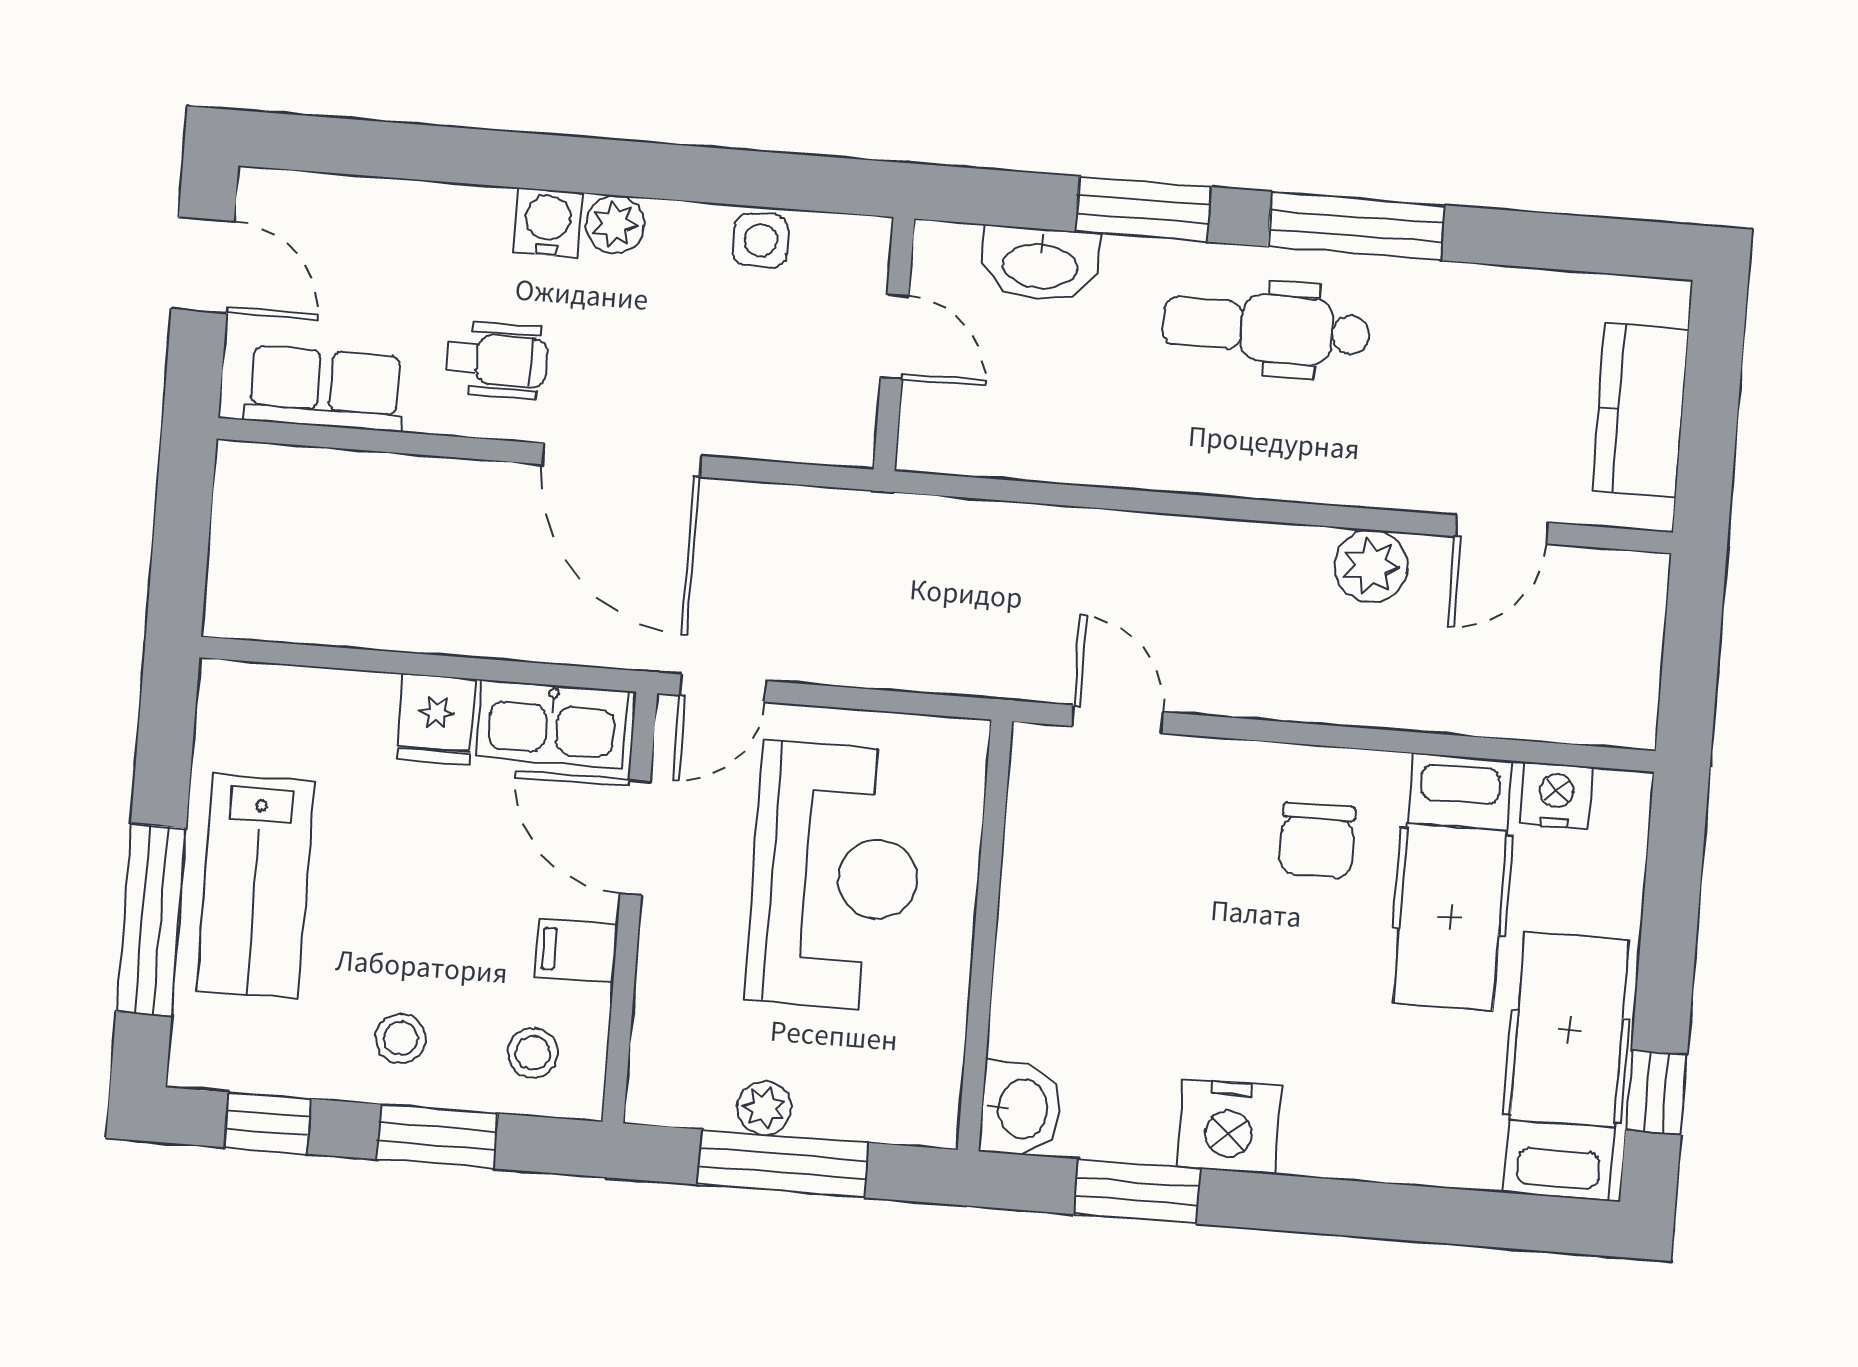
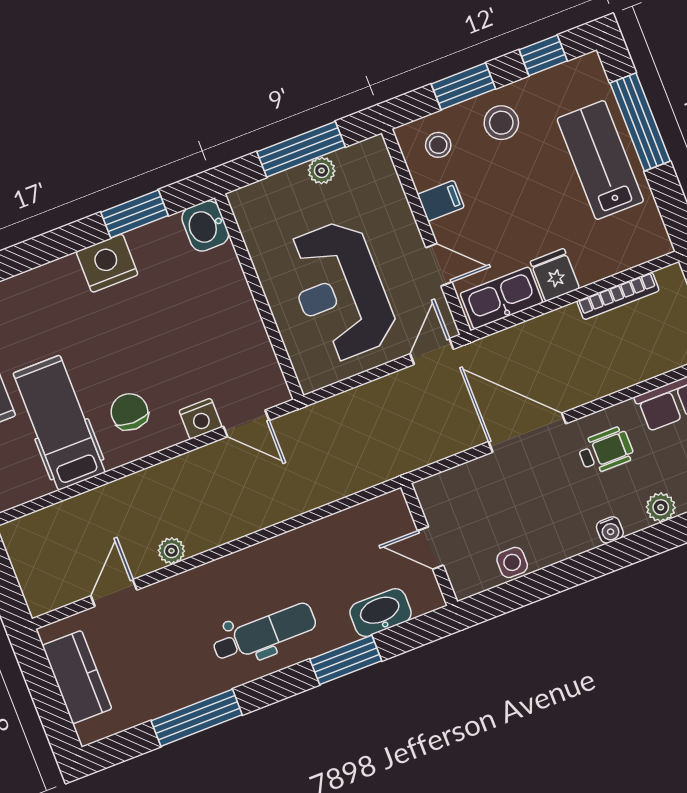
water cooler: (548, 222) -> (610, 530), width x0.72, depth x0.72
plant: (615, 224) -> (661, 507), moved
window: (1356, 226) -> (197, 718), moved
wheelchair: (497, 360) -> (606, 451), turned 180
plant: (1371, 566) -> (171, 551), width x0.73, depth x0.73
bookcase: (341, 627) -> (618, 296), added
nightstand: (1556, 796) -> (200, 419), moved
door: (635, 838) -> (439, 265), width x0.73
stool: (401, 1038) -> (501, 123), width x1.37, depth x1.37

